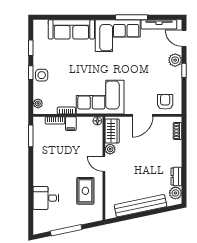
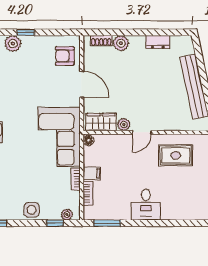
window: (31, 73) -> (55, 223), moved
plant: (175, 193) -> (121, 43), moved
desk: (46, 198) -> (146, 205), moved

